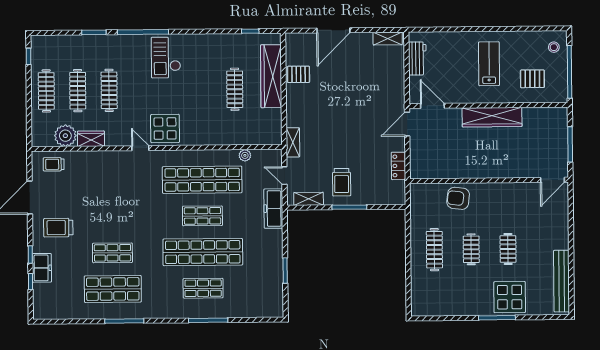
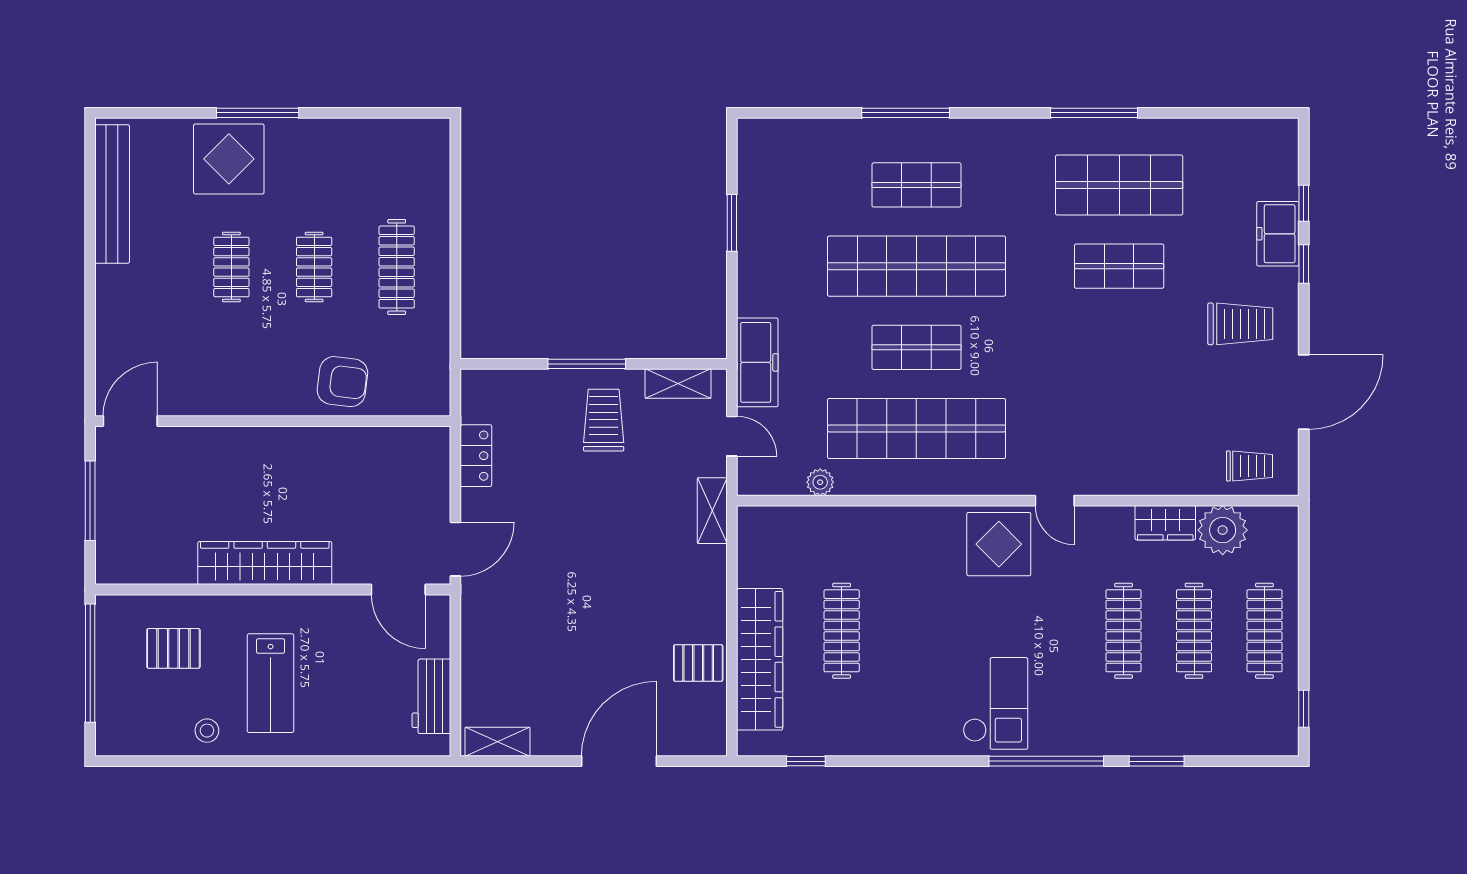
stool: (554, 47) -> (207, 731), moved

